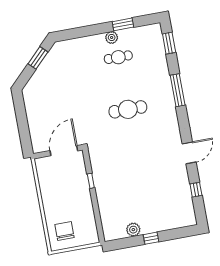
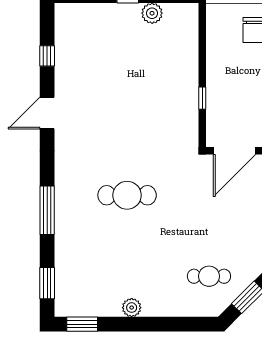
window: (123, 24) -> (82, 324), moved
cafe table: (118, 57) -> (209, 276), moved

